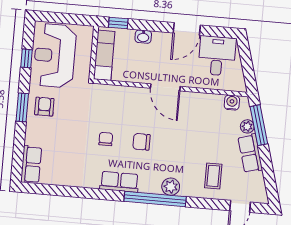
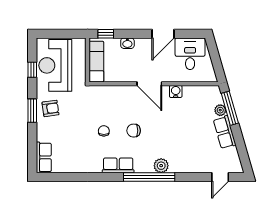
water cooler: (232, 103) -> (176, 91), moved
armchair: (44, 107) -> (50, 108), turned 82
coffee table: (213, 176) -> (196, 154), removed

